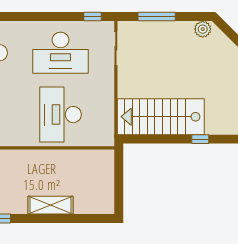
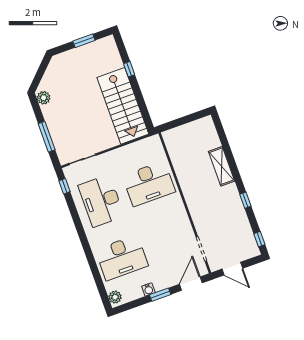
desk: (61, 53) -> (101, 201), turned 180

